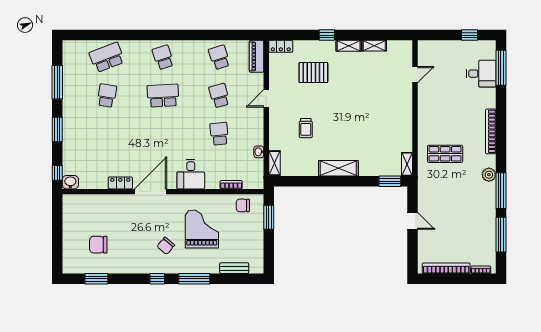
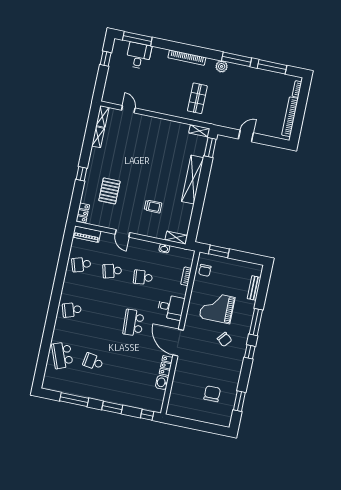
shelving: (349, 46) -> (103, 117), moved
school desk: (163, 96) -> (133, 323), moved
shelving: (338, 168) -> (193, 180), width x1.47
washbasin: (70, 182) -> (162, 382), moved
chair: (98, 245) -> (212, 394), turned 180

